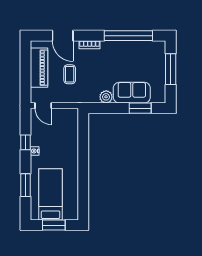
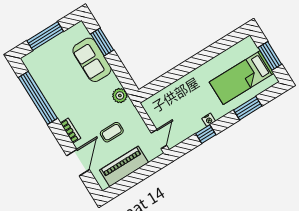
plant: (106, 97) -> (120, 96), moved

